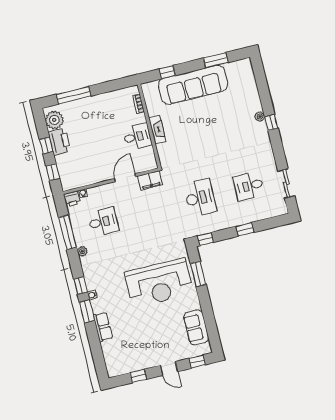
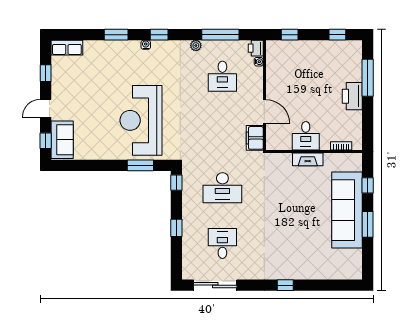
window: (216, 60) -> (368, 224), moved
plant: (260, 117) -> (295, 274), removed
plant: (54, 120) -> (346, 50), removed
printer: (59, 142) -> (352, 96), moved, turned 90
window: (46, 146) -> (337, 35), moved
sliding door: (286, 183) -> (215, 285), width x1.37
window: (87, 311) -> (116, 35), moved
row of seats: (103, 327) -> (67, 48), moved
sofa: (196, 327) -> (62, 140), moved, turned 90

